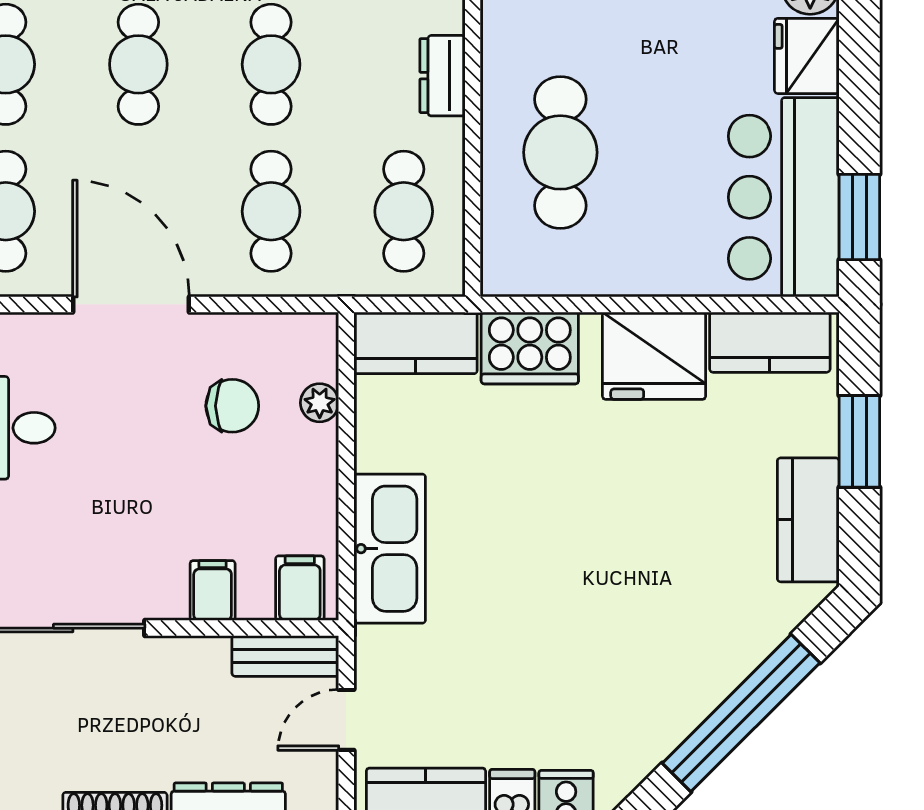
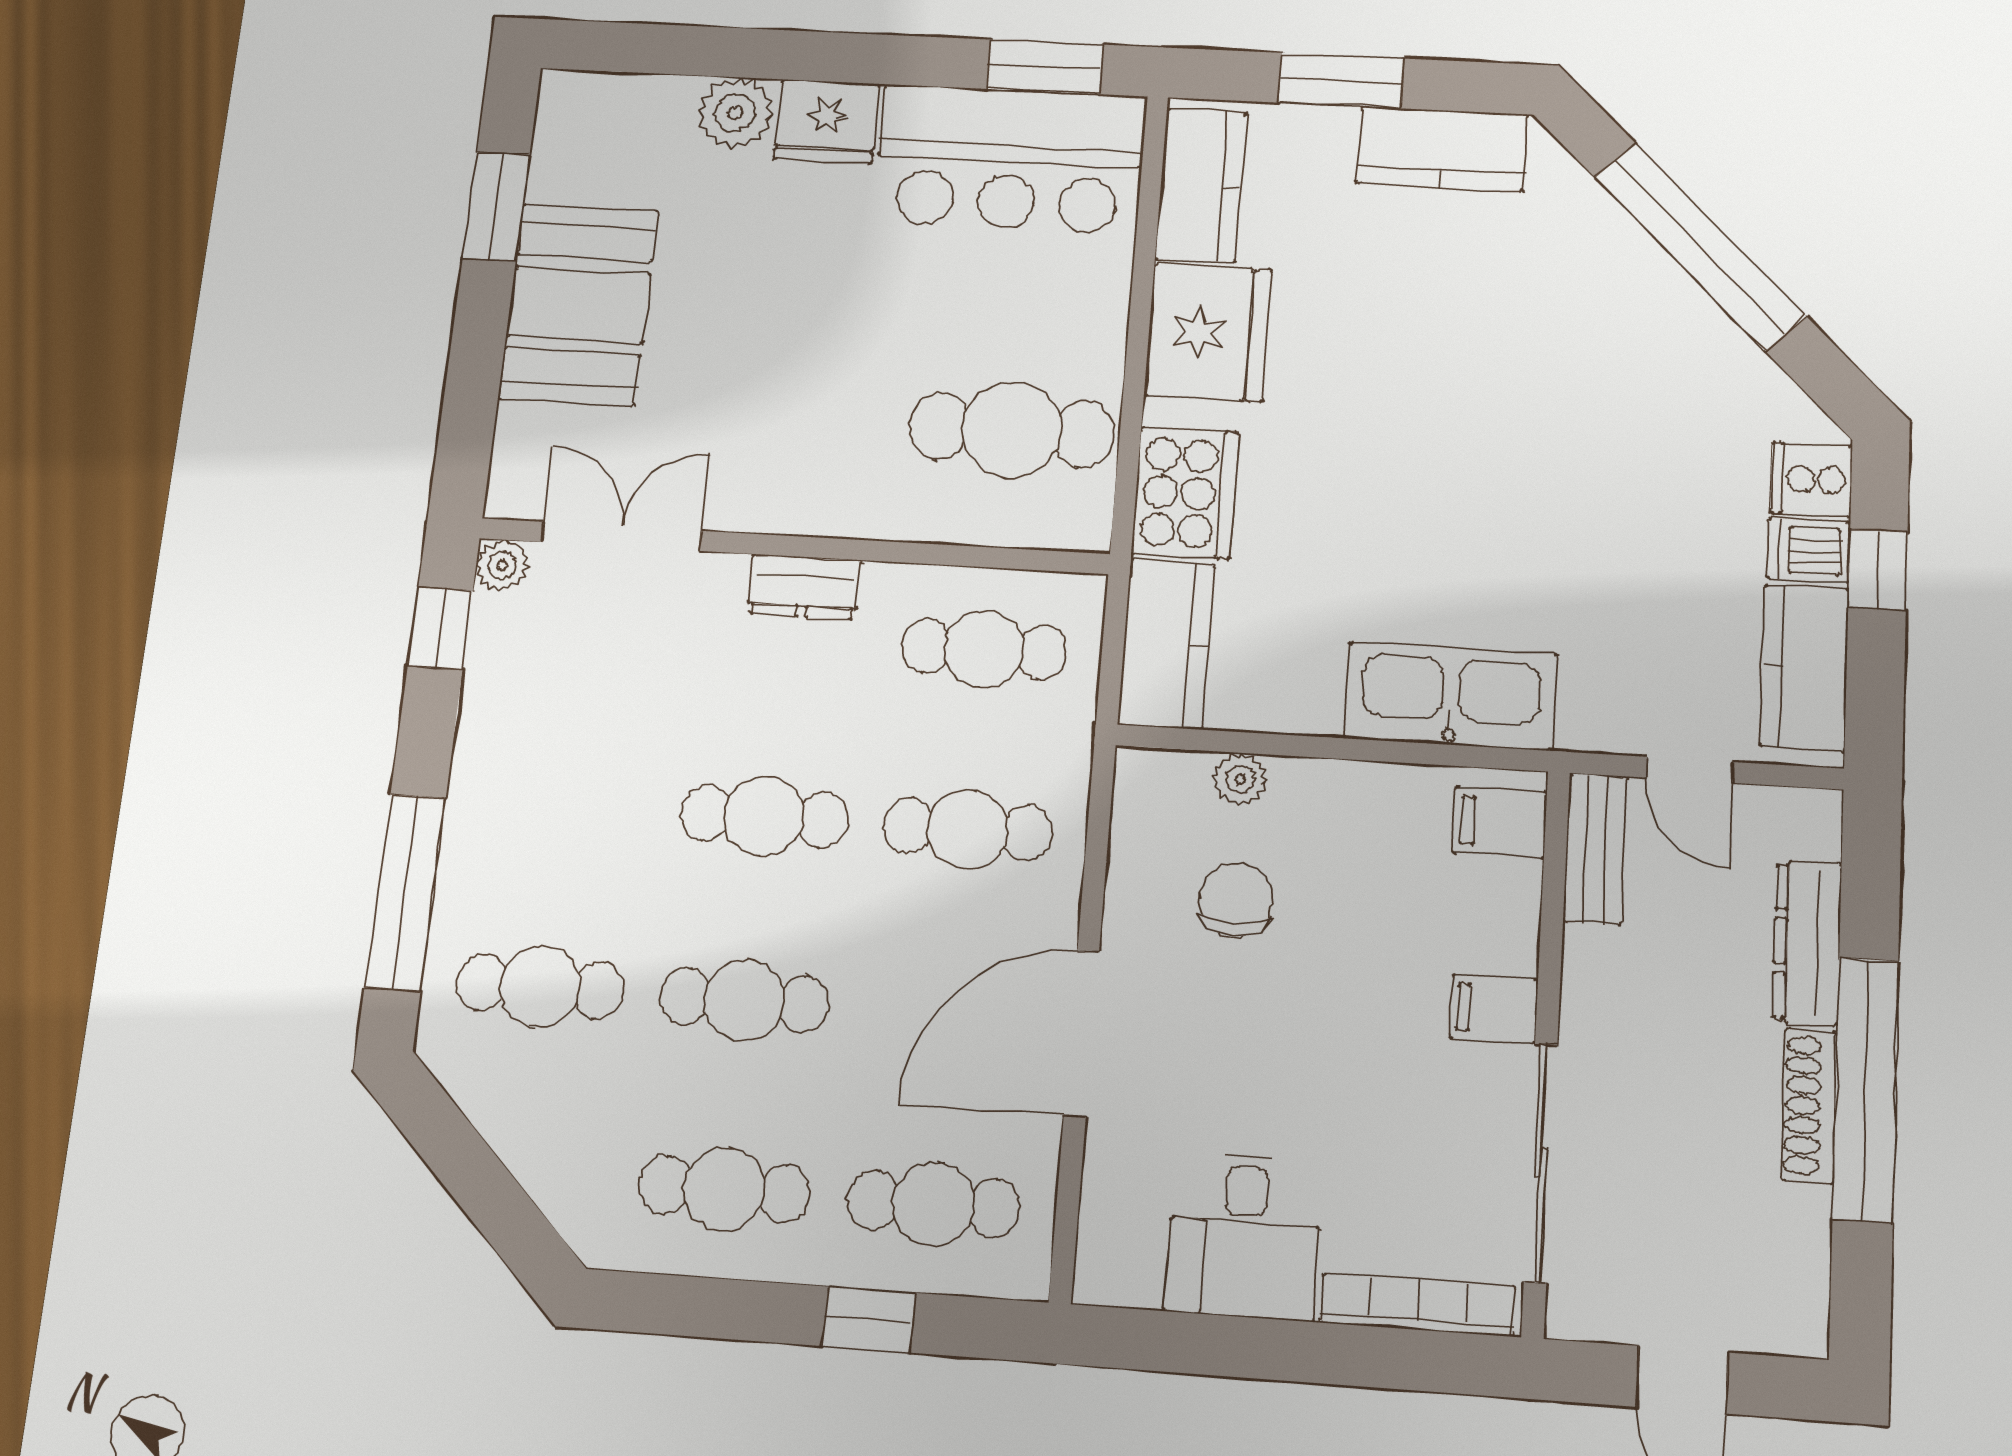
cafe table: (560, 152) -> (1011, 430), moved
filing cabinet: (213, 590) -> (1494, 1009), moved

